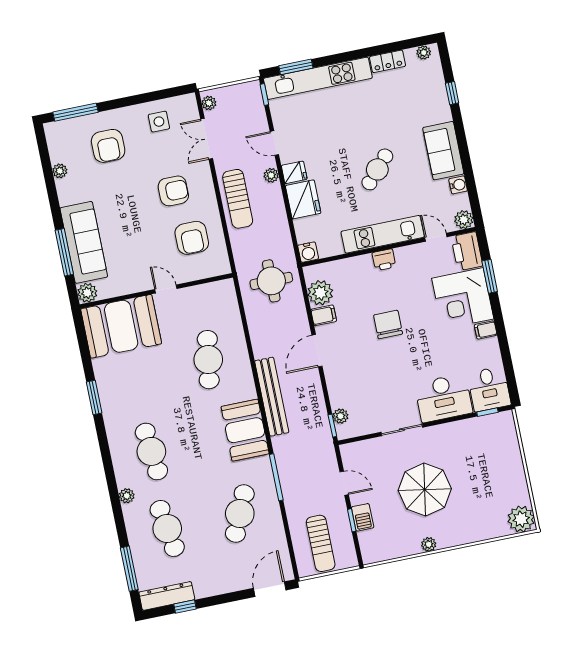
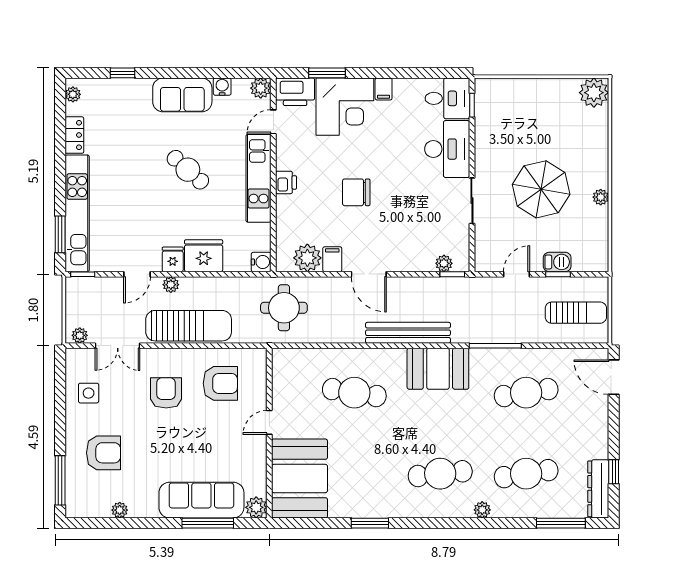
sun lounger: (238, 199) -> (189, 326), width x1.36, depth x1.34
cafe table: (240, 514) -> (526, 393), turned -33

